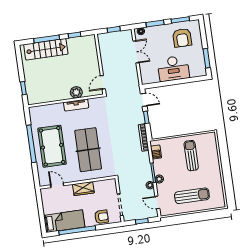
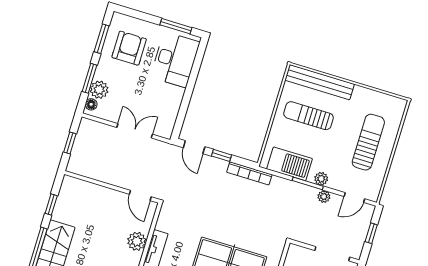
plant: (151, 32) -> (99, 90), added
armchair: (182, 38) -> (129, 48), turned -90
double door: (136, 52) -> (135, 131), moved
desk: (173, 68) -> (175, 60), moved
door: (144, 100) -> (194, 147), swing flipped
barbecue: (156, 152) -> (290, 164), width x1.88, depth x1.53
bench: (213, 153) -> (320, 82), added

